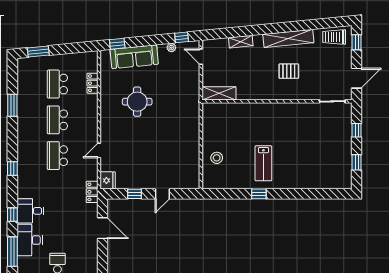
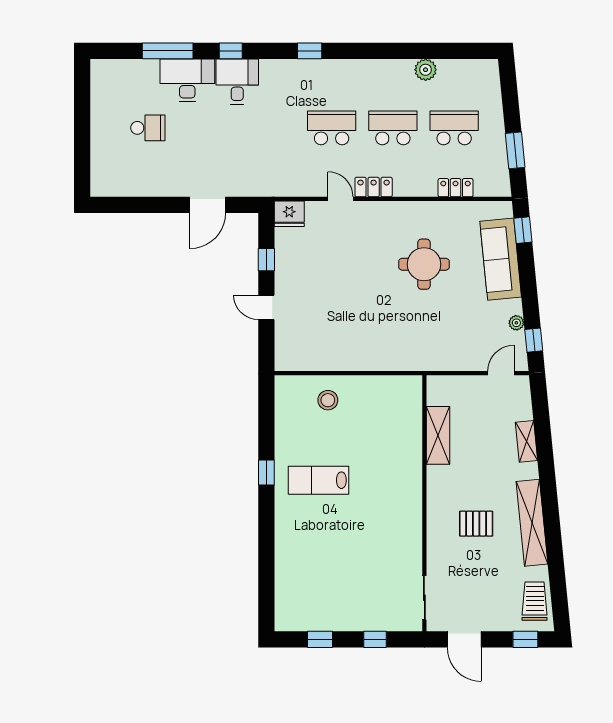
window: (38, 52) -> (515, 150), moved
pallet: (289, 71) -> (476, 524), turned 90
shelving: (219, 93) -> (438, 435), moved
plant: (23, 101) -> (426, 70), added
window: (12, 105) -> (418, 51), removed
locker: (92, 192) -> (374, 187), moved

